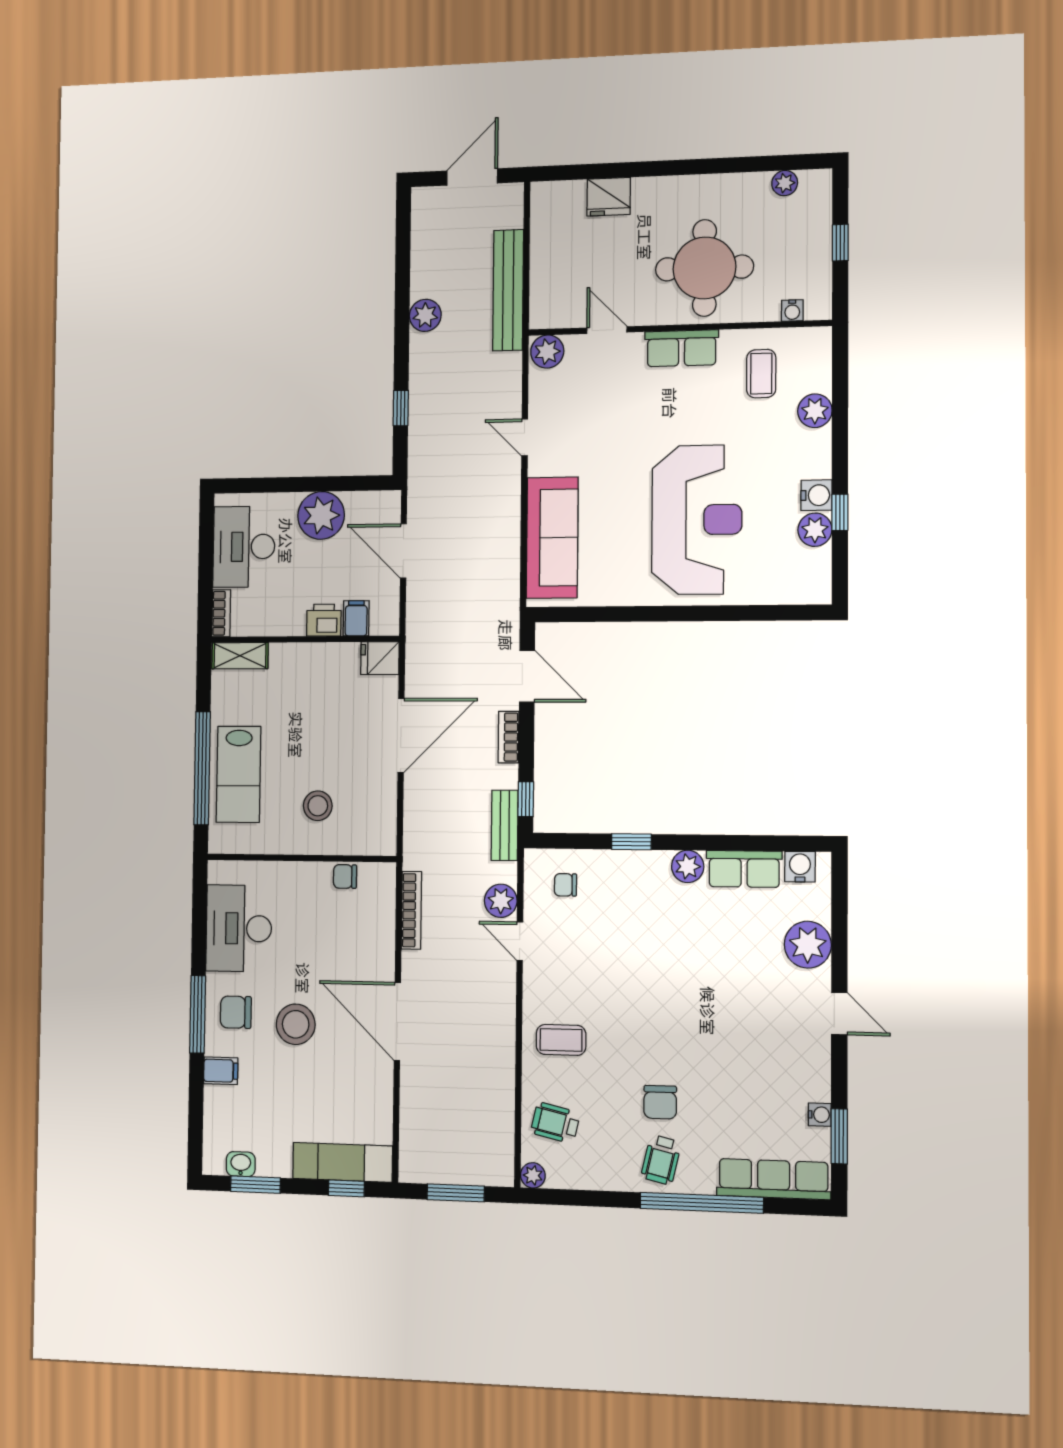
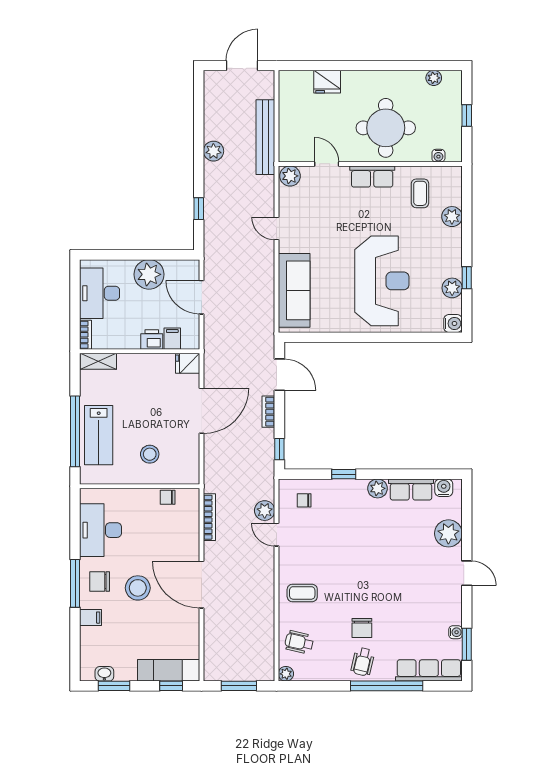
water cooler: (816, 495) -> (453, 323), moved
bench: (505, 825) -> (267, 465), removed

